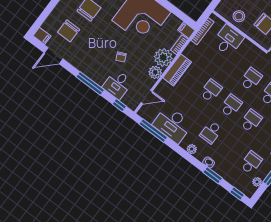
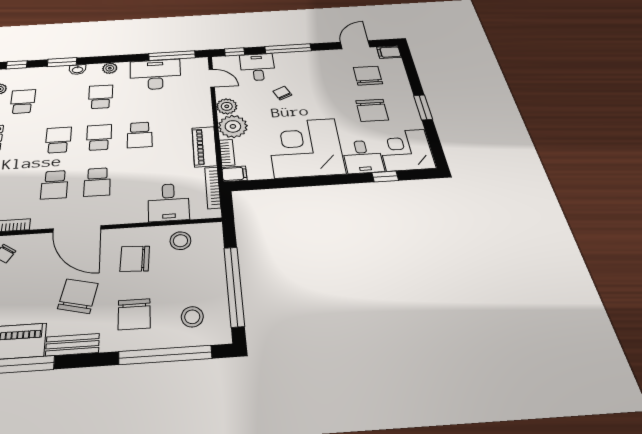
piano: (177, 70) -> (204, 147), moved
door: (147, 97) -> (212, 78), swing flipped
school desk: (231, 106) -> (99, 137), turned 180
school desk: (251, 121) -> (58, 140), turned 180
school desk: (251, 163) -> (23, 101), turned 180

